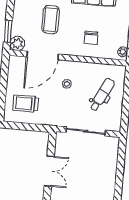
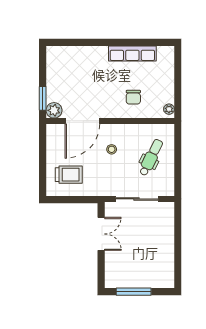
coffee table: (51, 20) -> (88, 81), removed
trolley: (25, 103) -> (69, 175), turned 180
double door: (49, 171) -> (101, 234), moved

